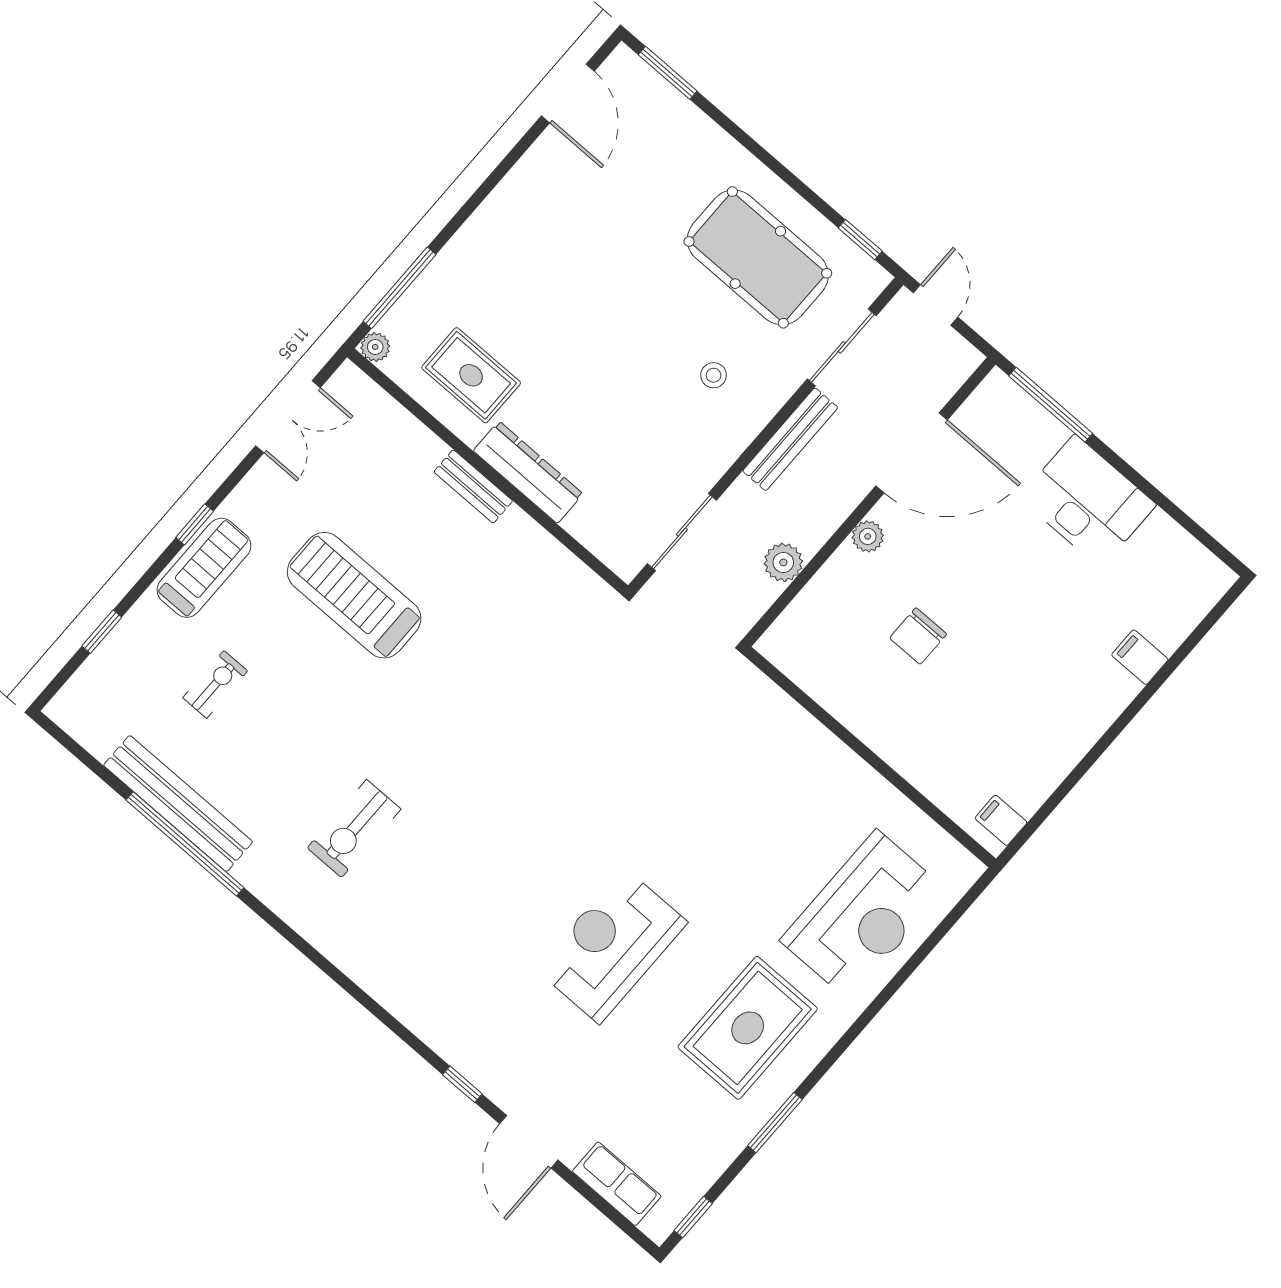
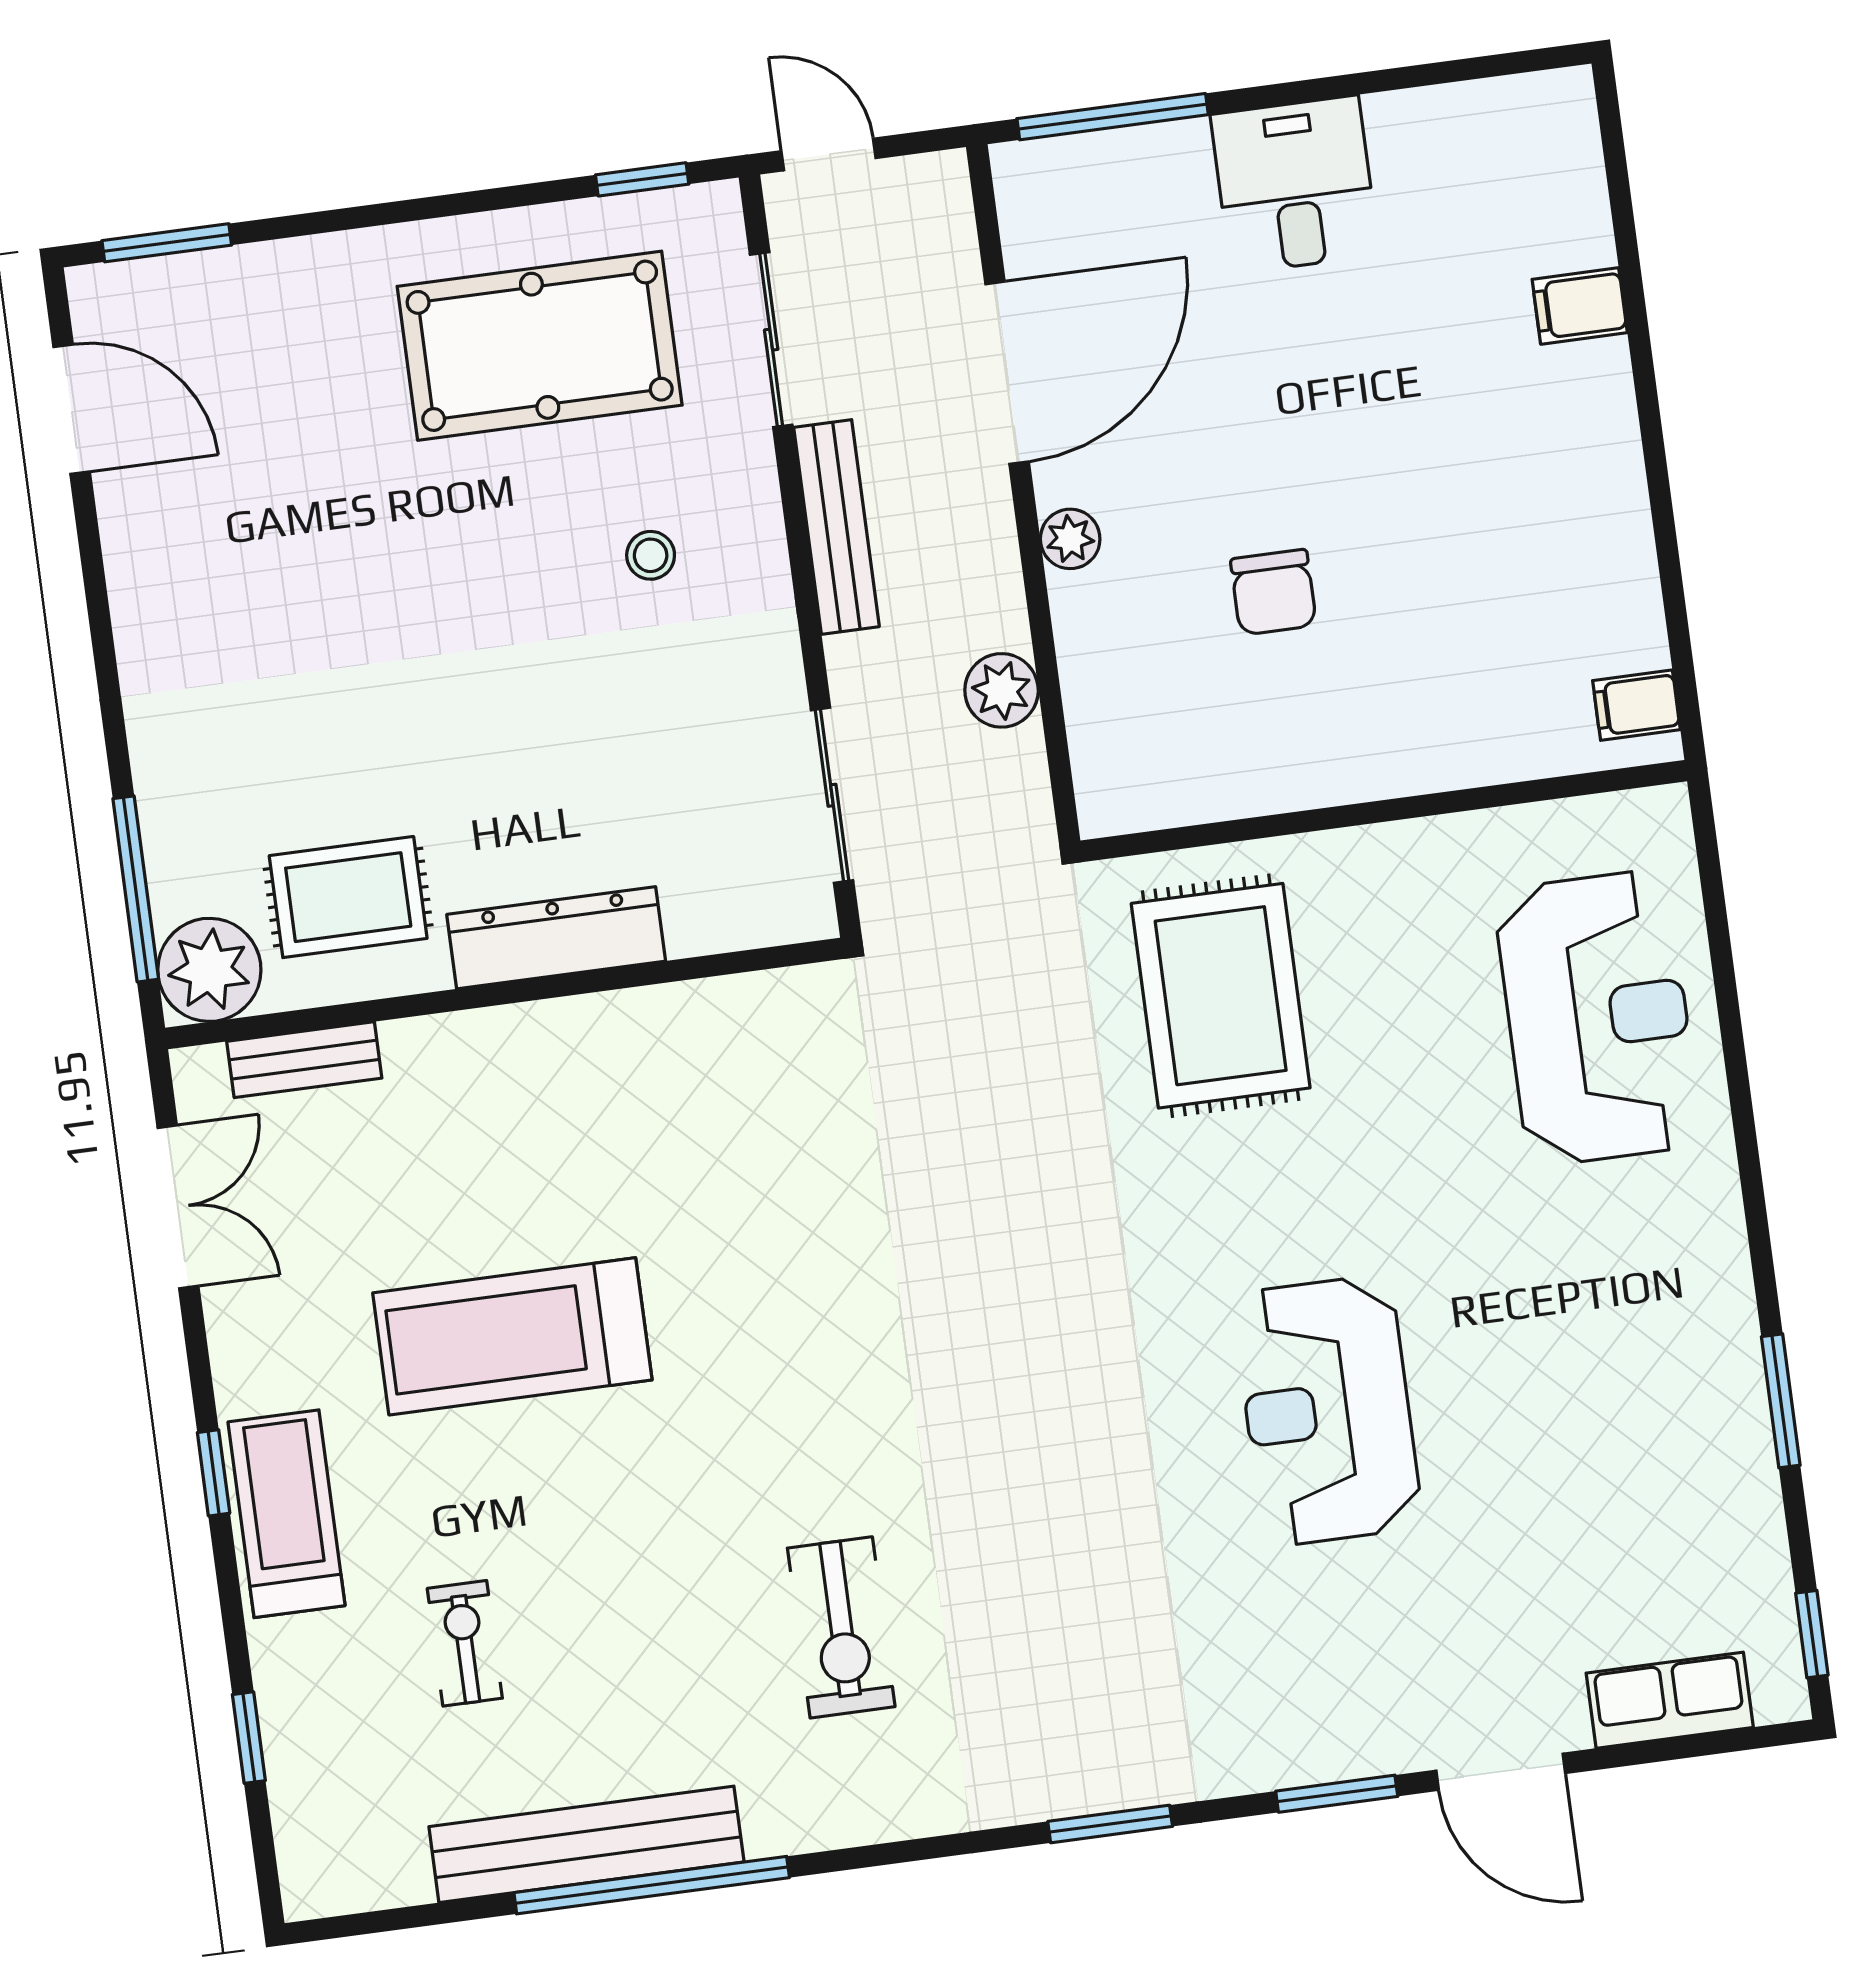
plant: (375, 347) -> (209, 970), width x1.87, depth x1.87
bench: (473, 486) -> (304, 1060), moved
desk: (1088, 501) -> (1295, 185), width x0.73
window: (371, 1005) -> (1110, 1824), added
rug: (748, 1028) -> (1221, 996), moved
window: (462, 1084) -> (1337, 1794), width x1.50

